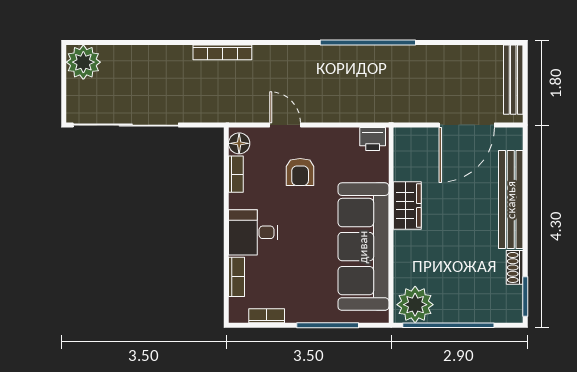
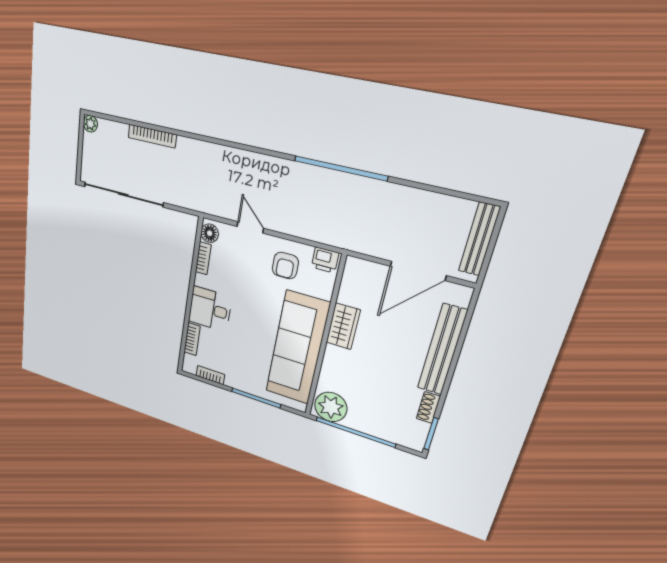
bookcase: (222, 52) -> (152, 136), moved
plant: (83, 62) -> (90, 124), width x0.53, depth x0.53
armchair: (300, 172) -> (285, 266), moved

